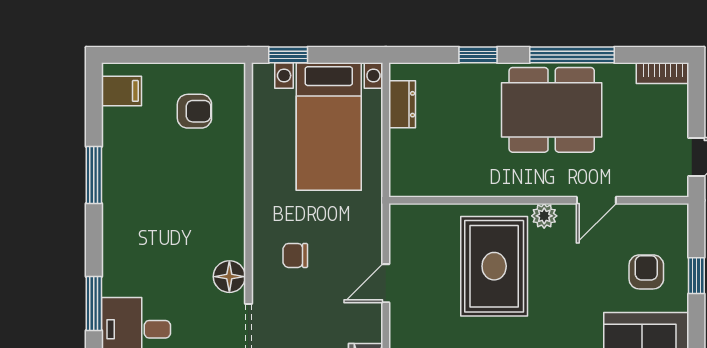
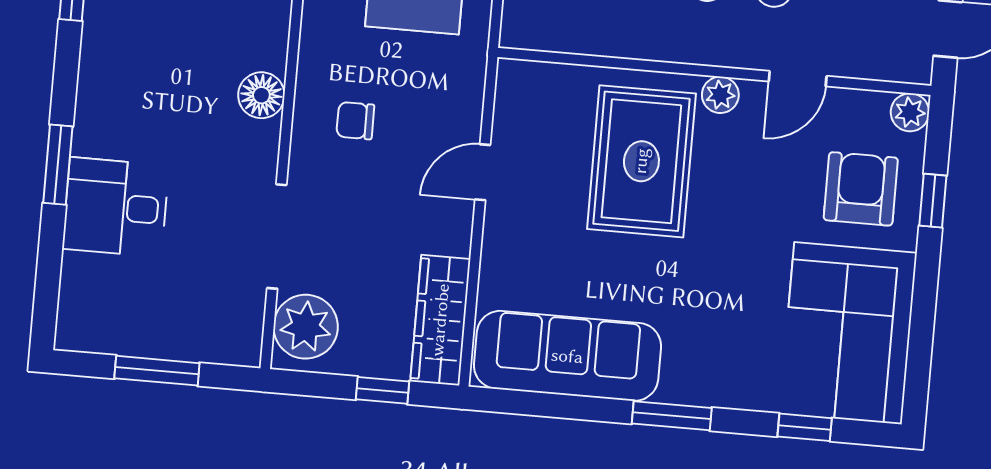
plant: (675, 216) -> (910, 112), added
armchair: (646, 272) -> (861, 189), width x1.38, depth x1.38
floor lamp: (229, 277) -> (261, 95), moved

